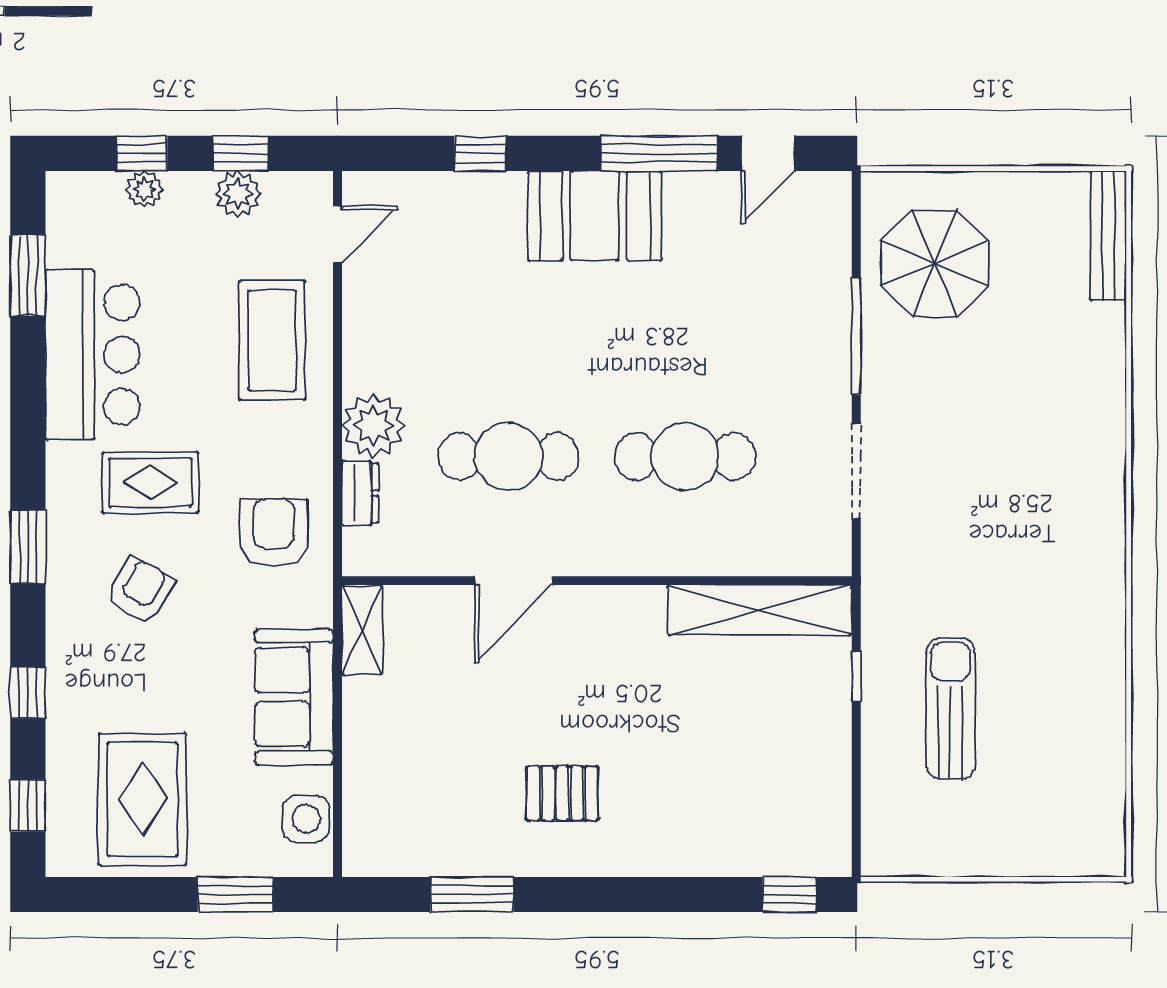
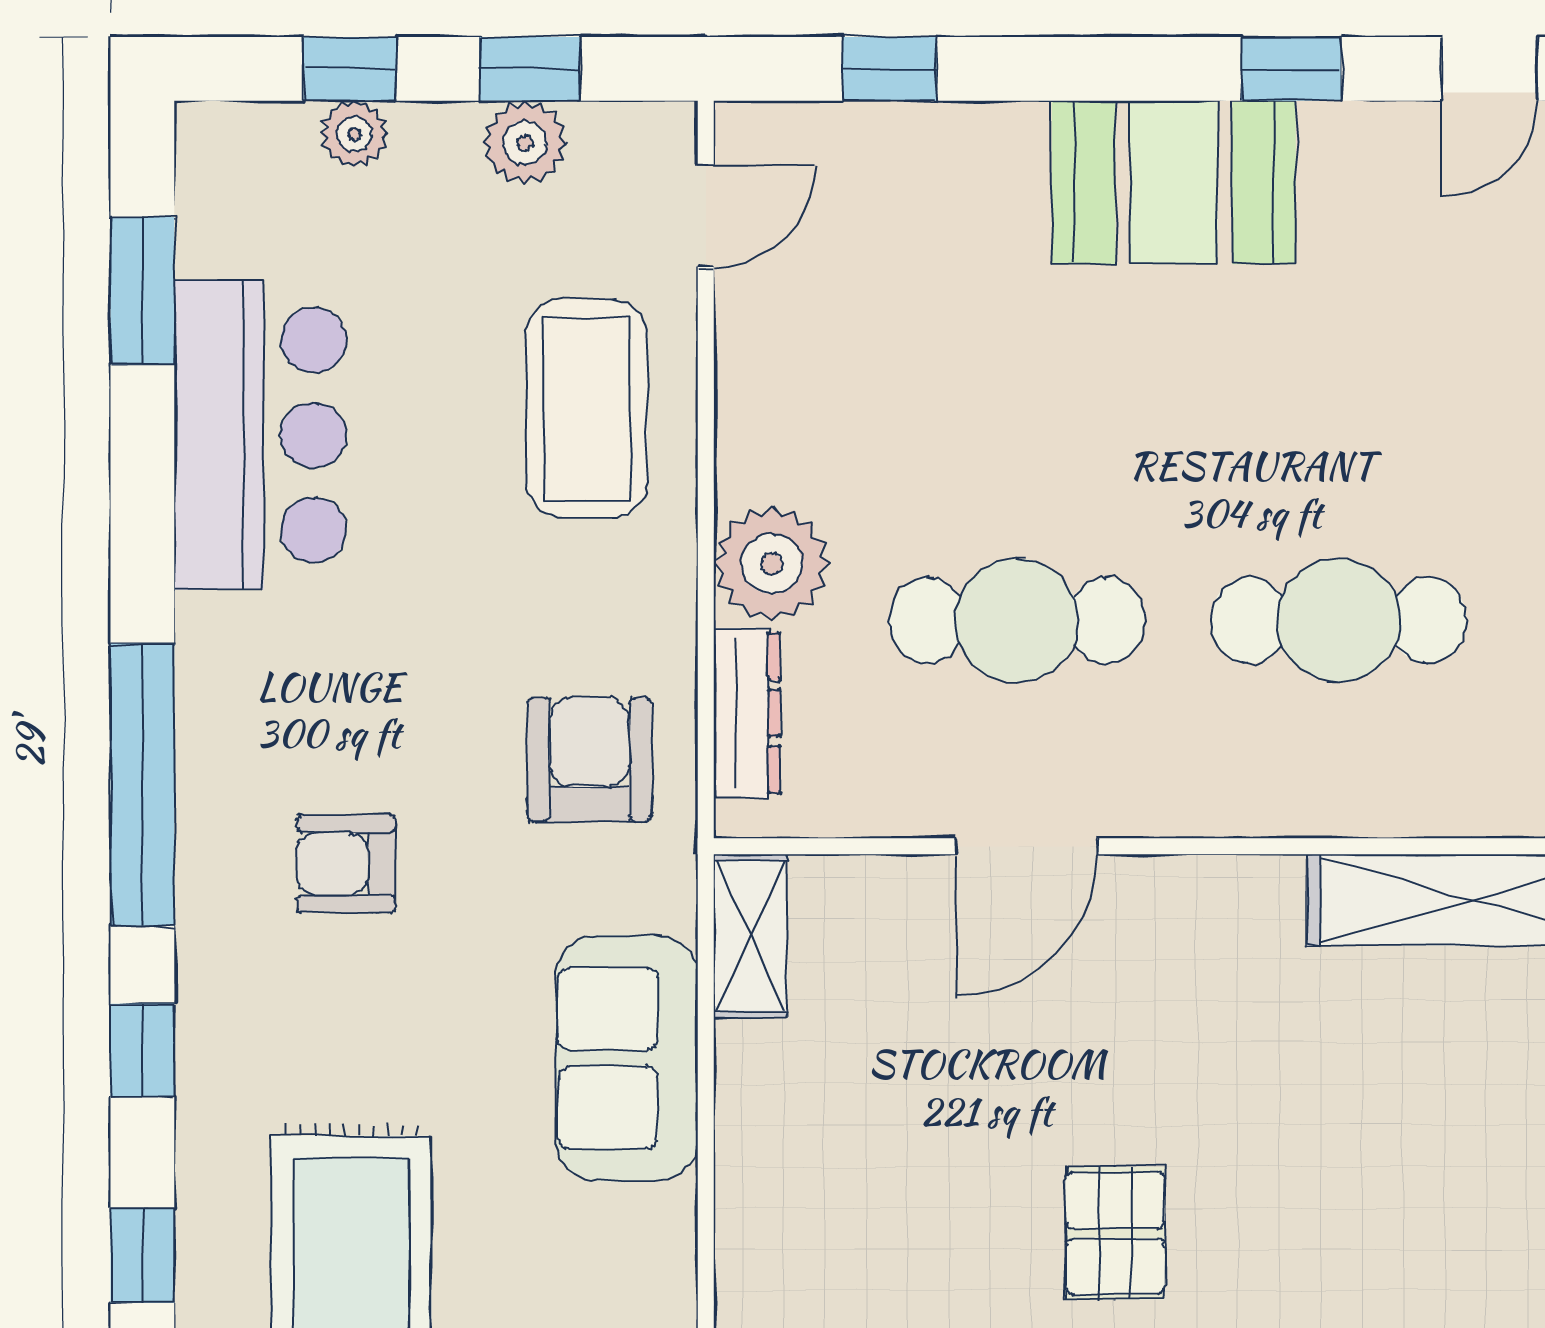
window: (480, 153) -> (889, 69), moved
window: (659, 153) -> (1291, 69), width x0.46
rug: (150, 483) -> (365, 668), removed
dresser: (360, 493) -> (747, 713), width x1.44
window: (28, 547) -> (142, 785), width x2.11
armchair: (140, 590) -> (346, 864), turned -120
pallet: (562, 793) -> (1115, 1233), turned 90
side table: (306, 819) -> (649, 1279), removed

